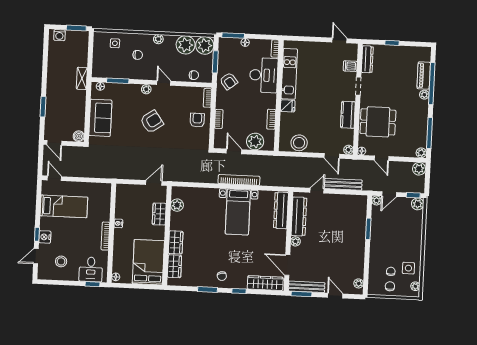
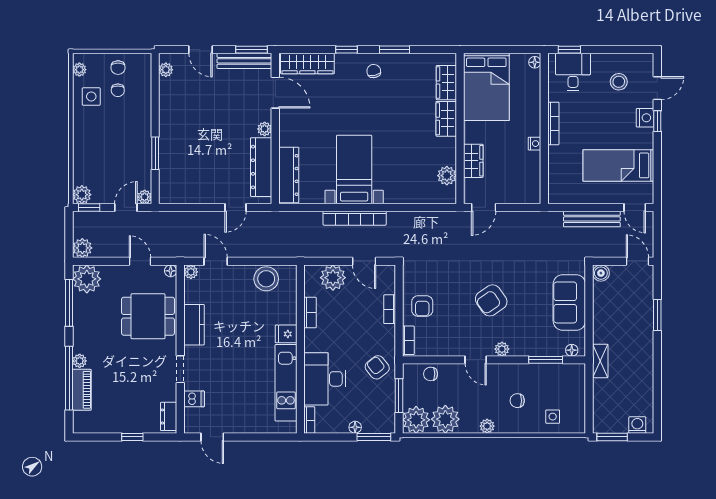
dresser: (367, 59) -> (169, 416), width x0.70
plant: (421, 153) -> (87, 279), width x1.88, depth x1.88
bench: (343, 184) -> (592, 219), moved

